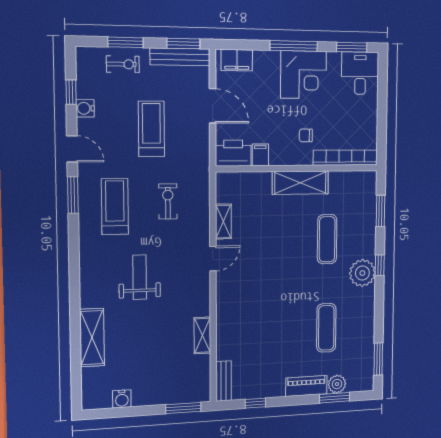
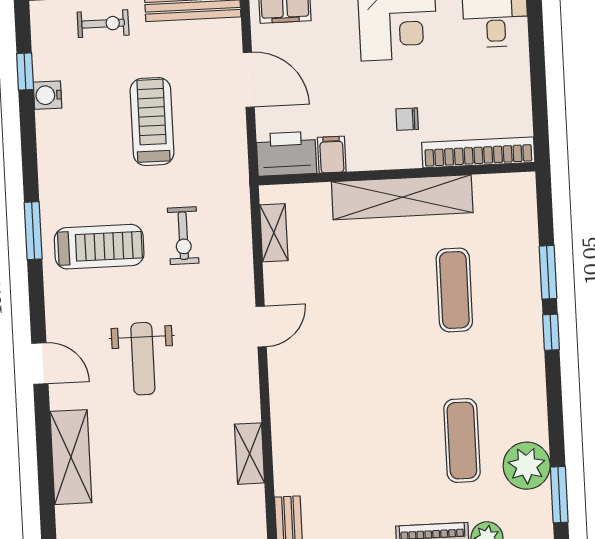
door: (72, 149) -> (40, 364), moved
shelving: (300, 183) -> (402, 197), width x1.47
exercise bike: (168, 201) -> (183, 236), turned 180
treadmill: (115, 207) -> (99, 247), turned 90
window: (381, 211) -> (548, 272), moved
shelving: (223, 222) -> (274, 233), moved
plant: (362, 273) -> (527, 466), moved
weight bench: (140, 277) -> (143, 359), turned 180

